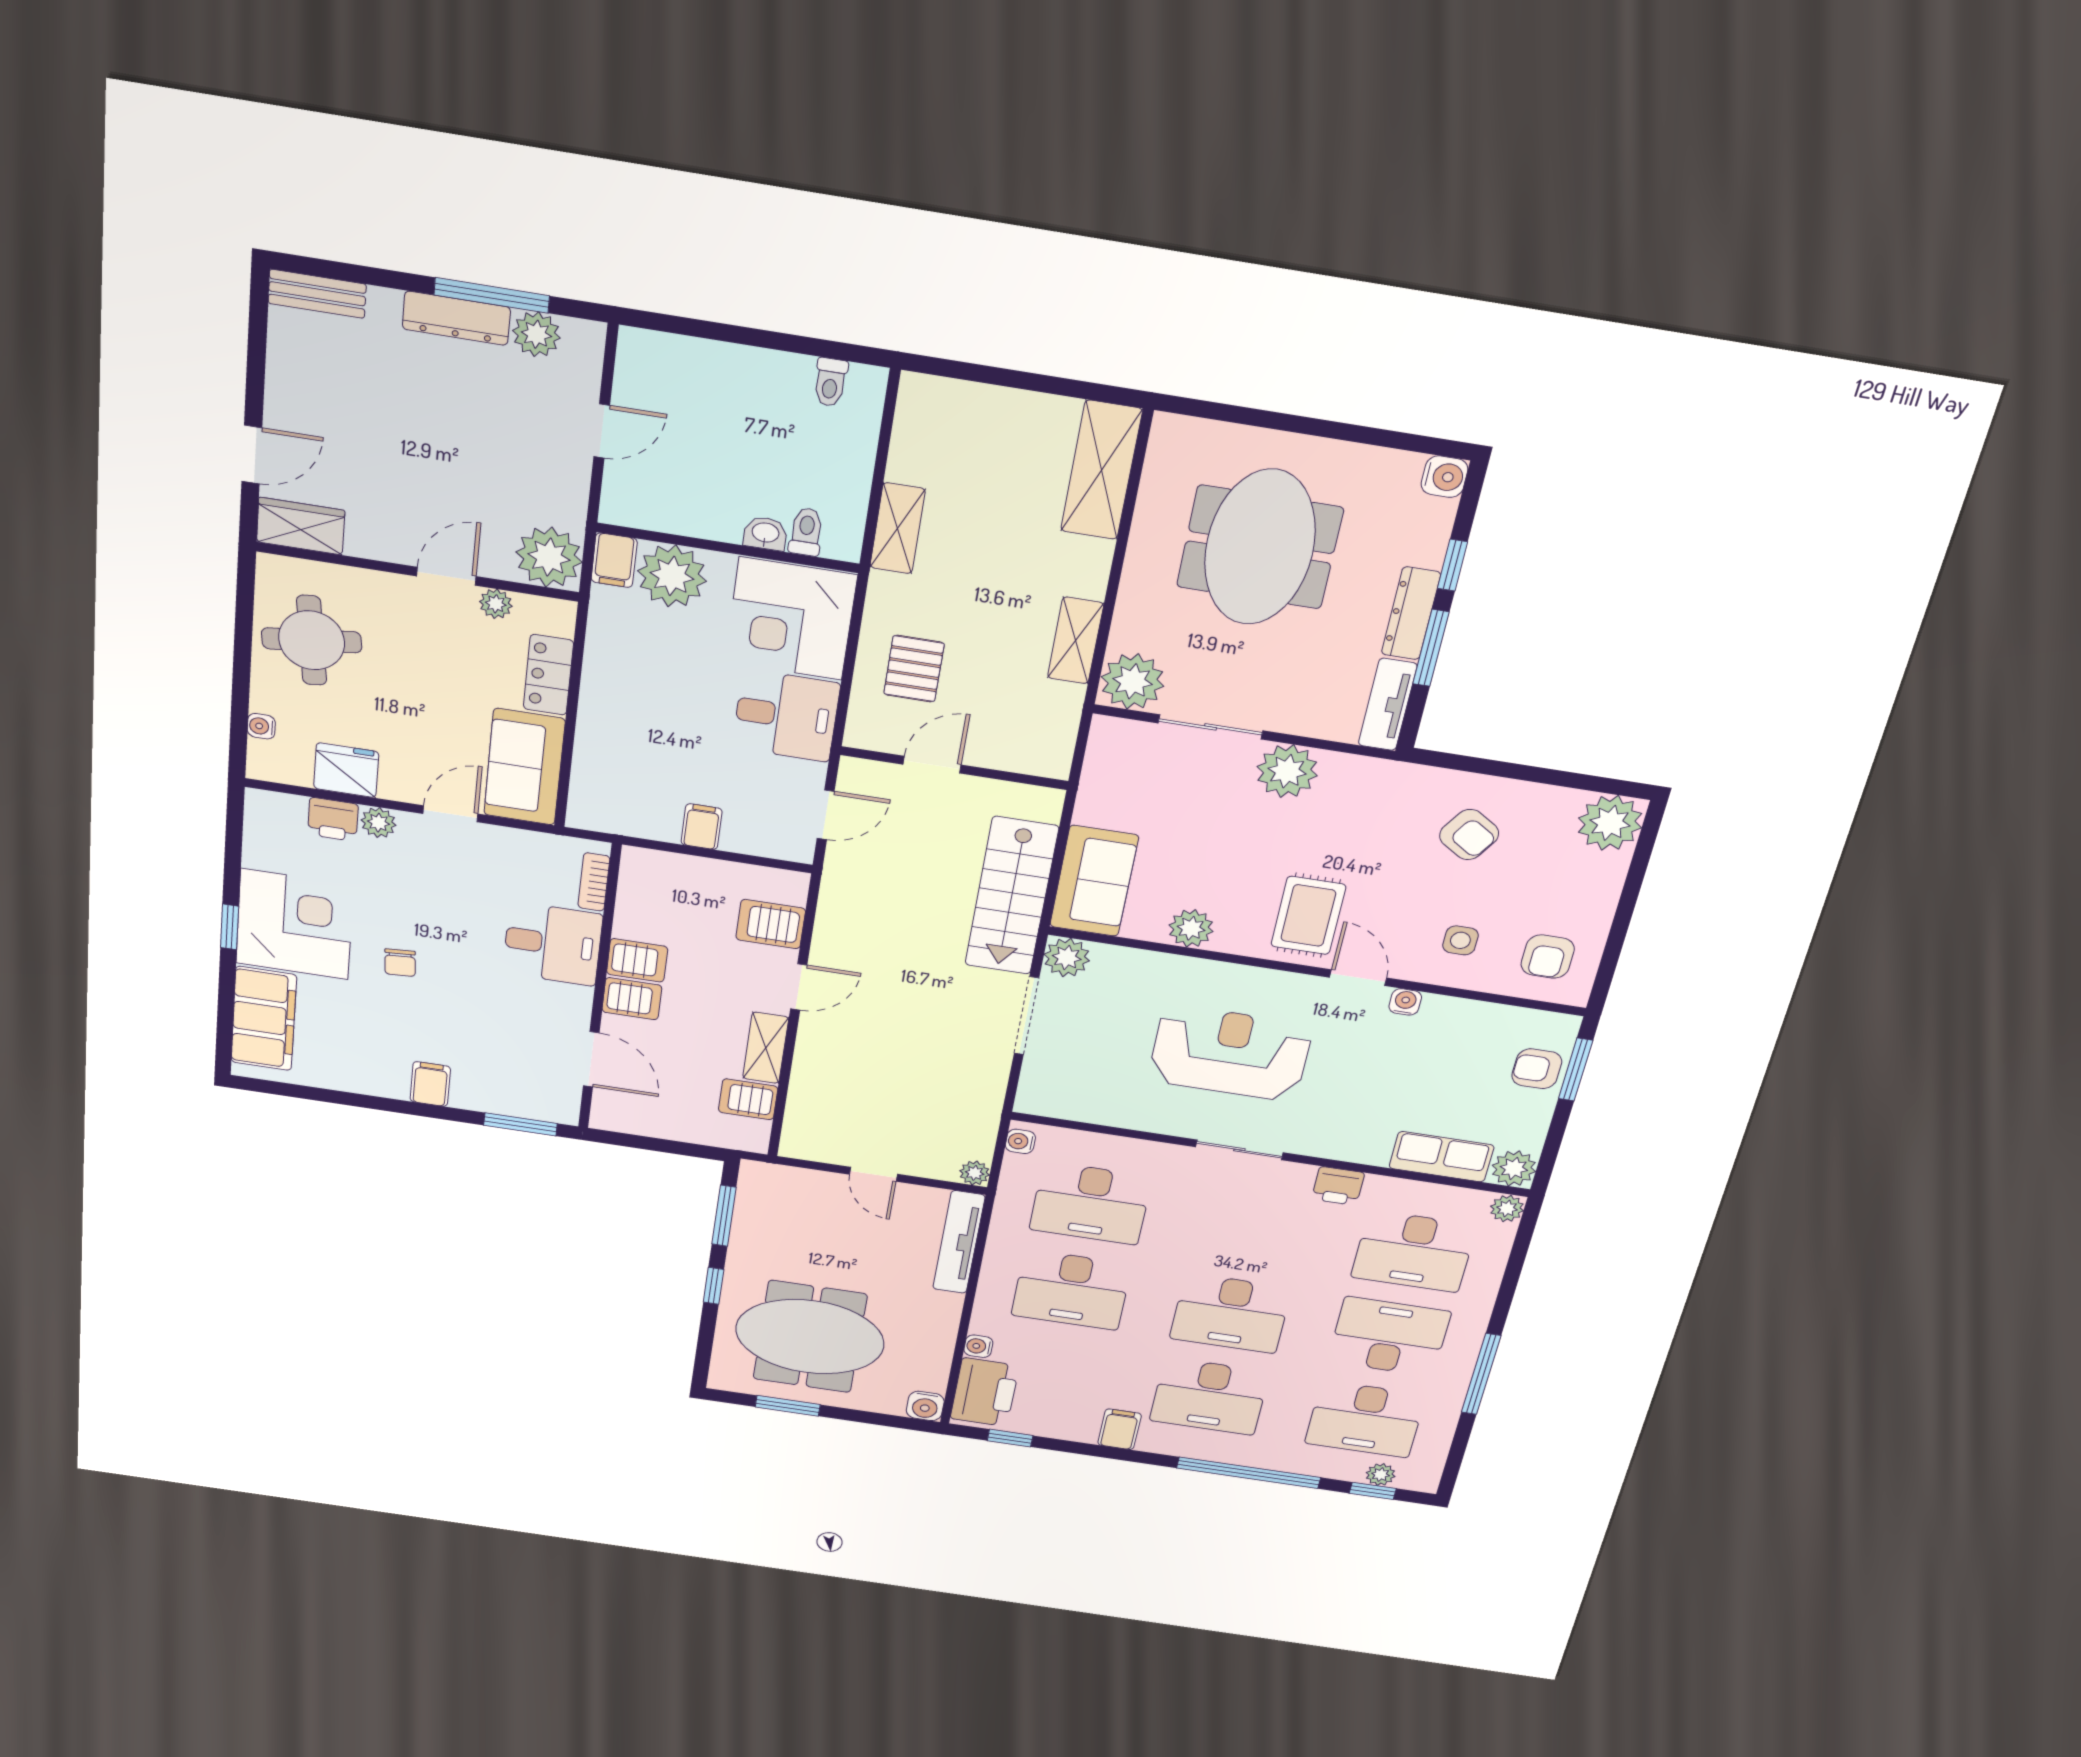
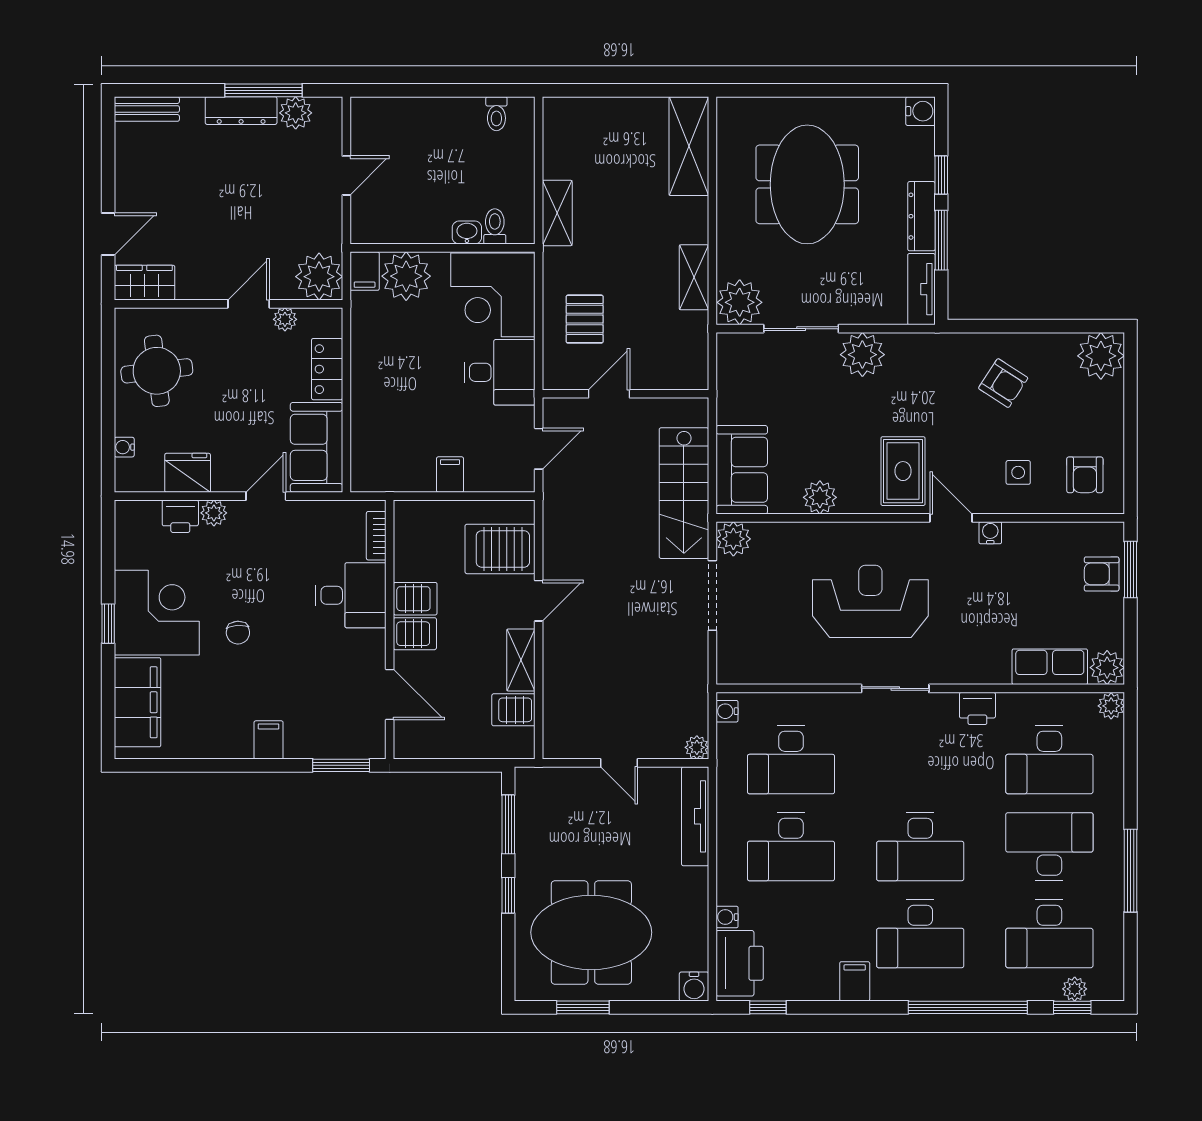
server rack: (771, 924) -> (500, 549), width x1.36, depth x1.44

